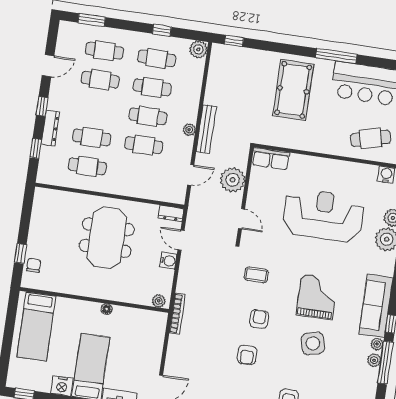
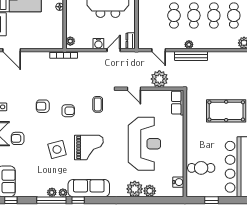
cafe table: (371, 138) -> (201, 168), turned -76
door: (241, 219) -> (134, 89), hinge flipped

